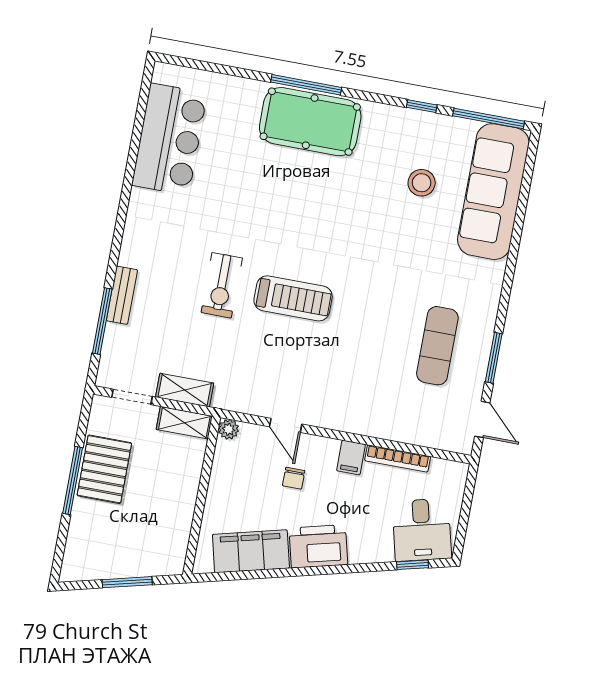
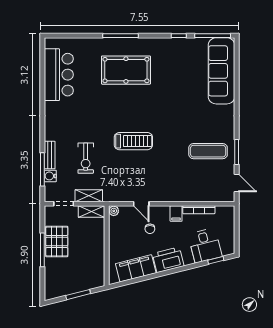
pool table: (310, 122) -> (126, 70), moved
stool: (422, 183) -> (186, 73), removed
exercise bike: (222, 285) -> (86, 158), moved
water cooler: (116, 337) -> (50, 176), added
exercise mat: (437, 346) -> (208, 151), turned 90
desk: (422, 530) -> (205, 245), moved

